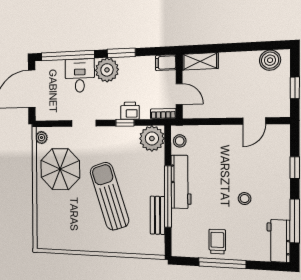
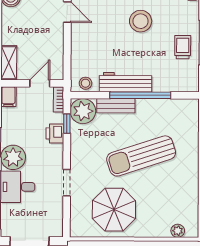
window: (125, 123) -> (67, 124), moved
plant: (42, 138) -> (178, 231), moved
stool: (245, 199) -> (141, 21), width x1.89, depth x1.89
bench: (158, 215) -> (116, 106), moved
trolley: (217, 242) -> (183, 47), turned 90

